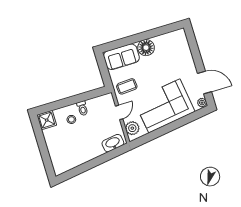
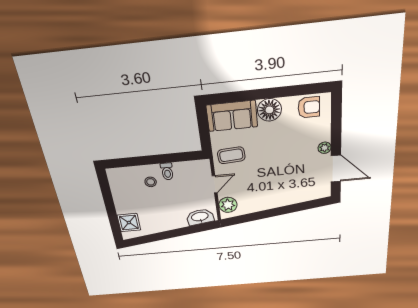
armchair: (172, 41) -> (309, 107), added
plant: (202, 103) -> (325, 148), moved
corner sofa: (164, 106) -> (275, 187), removed
shower: (47, 120) -> (129, 223), moved

